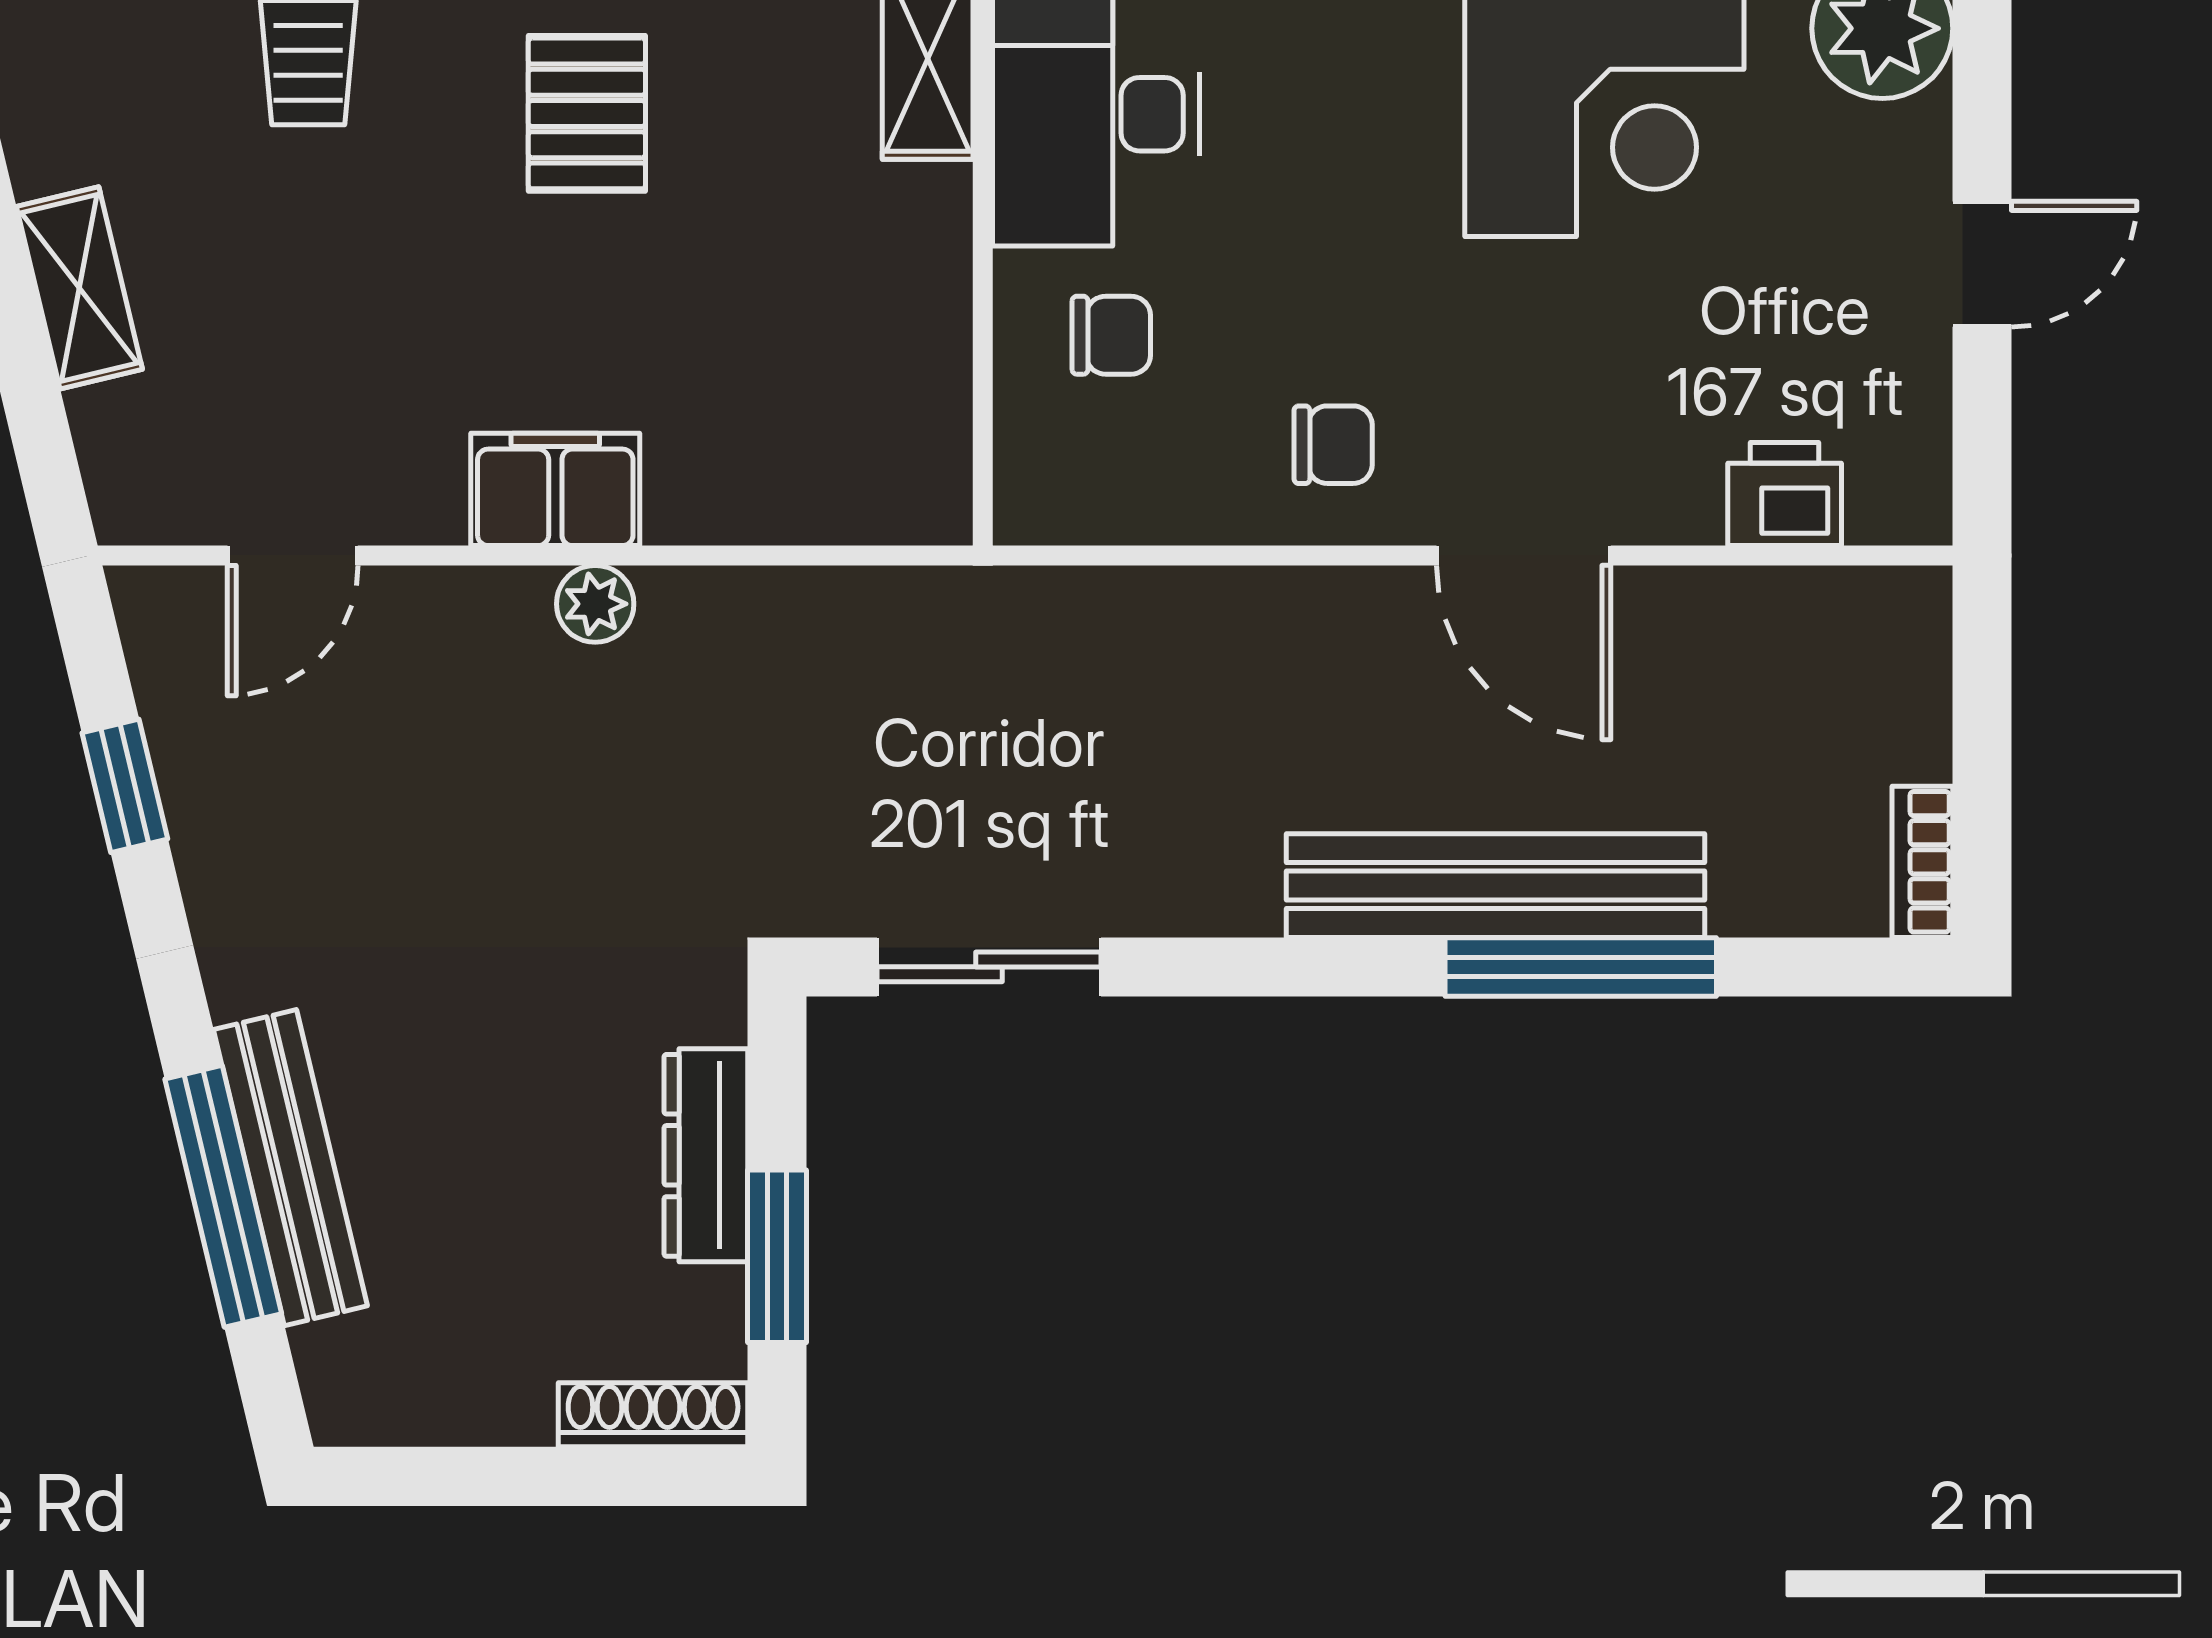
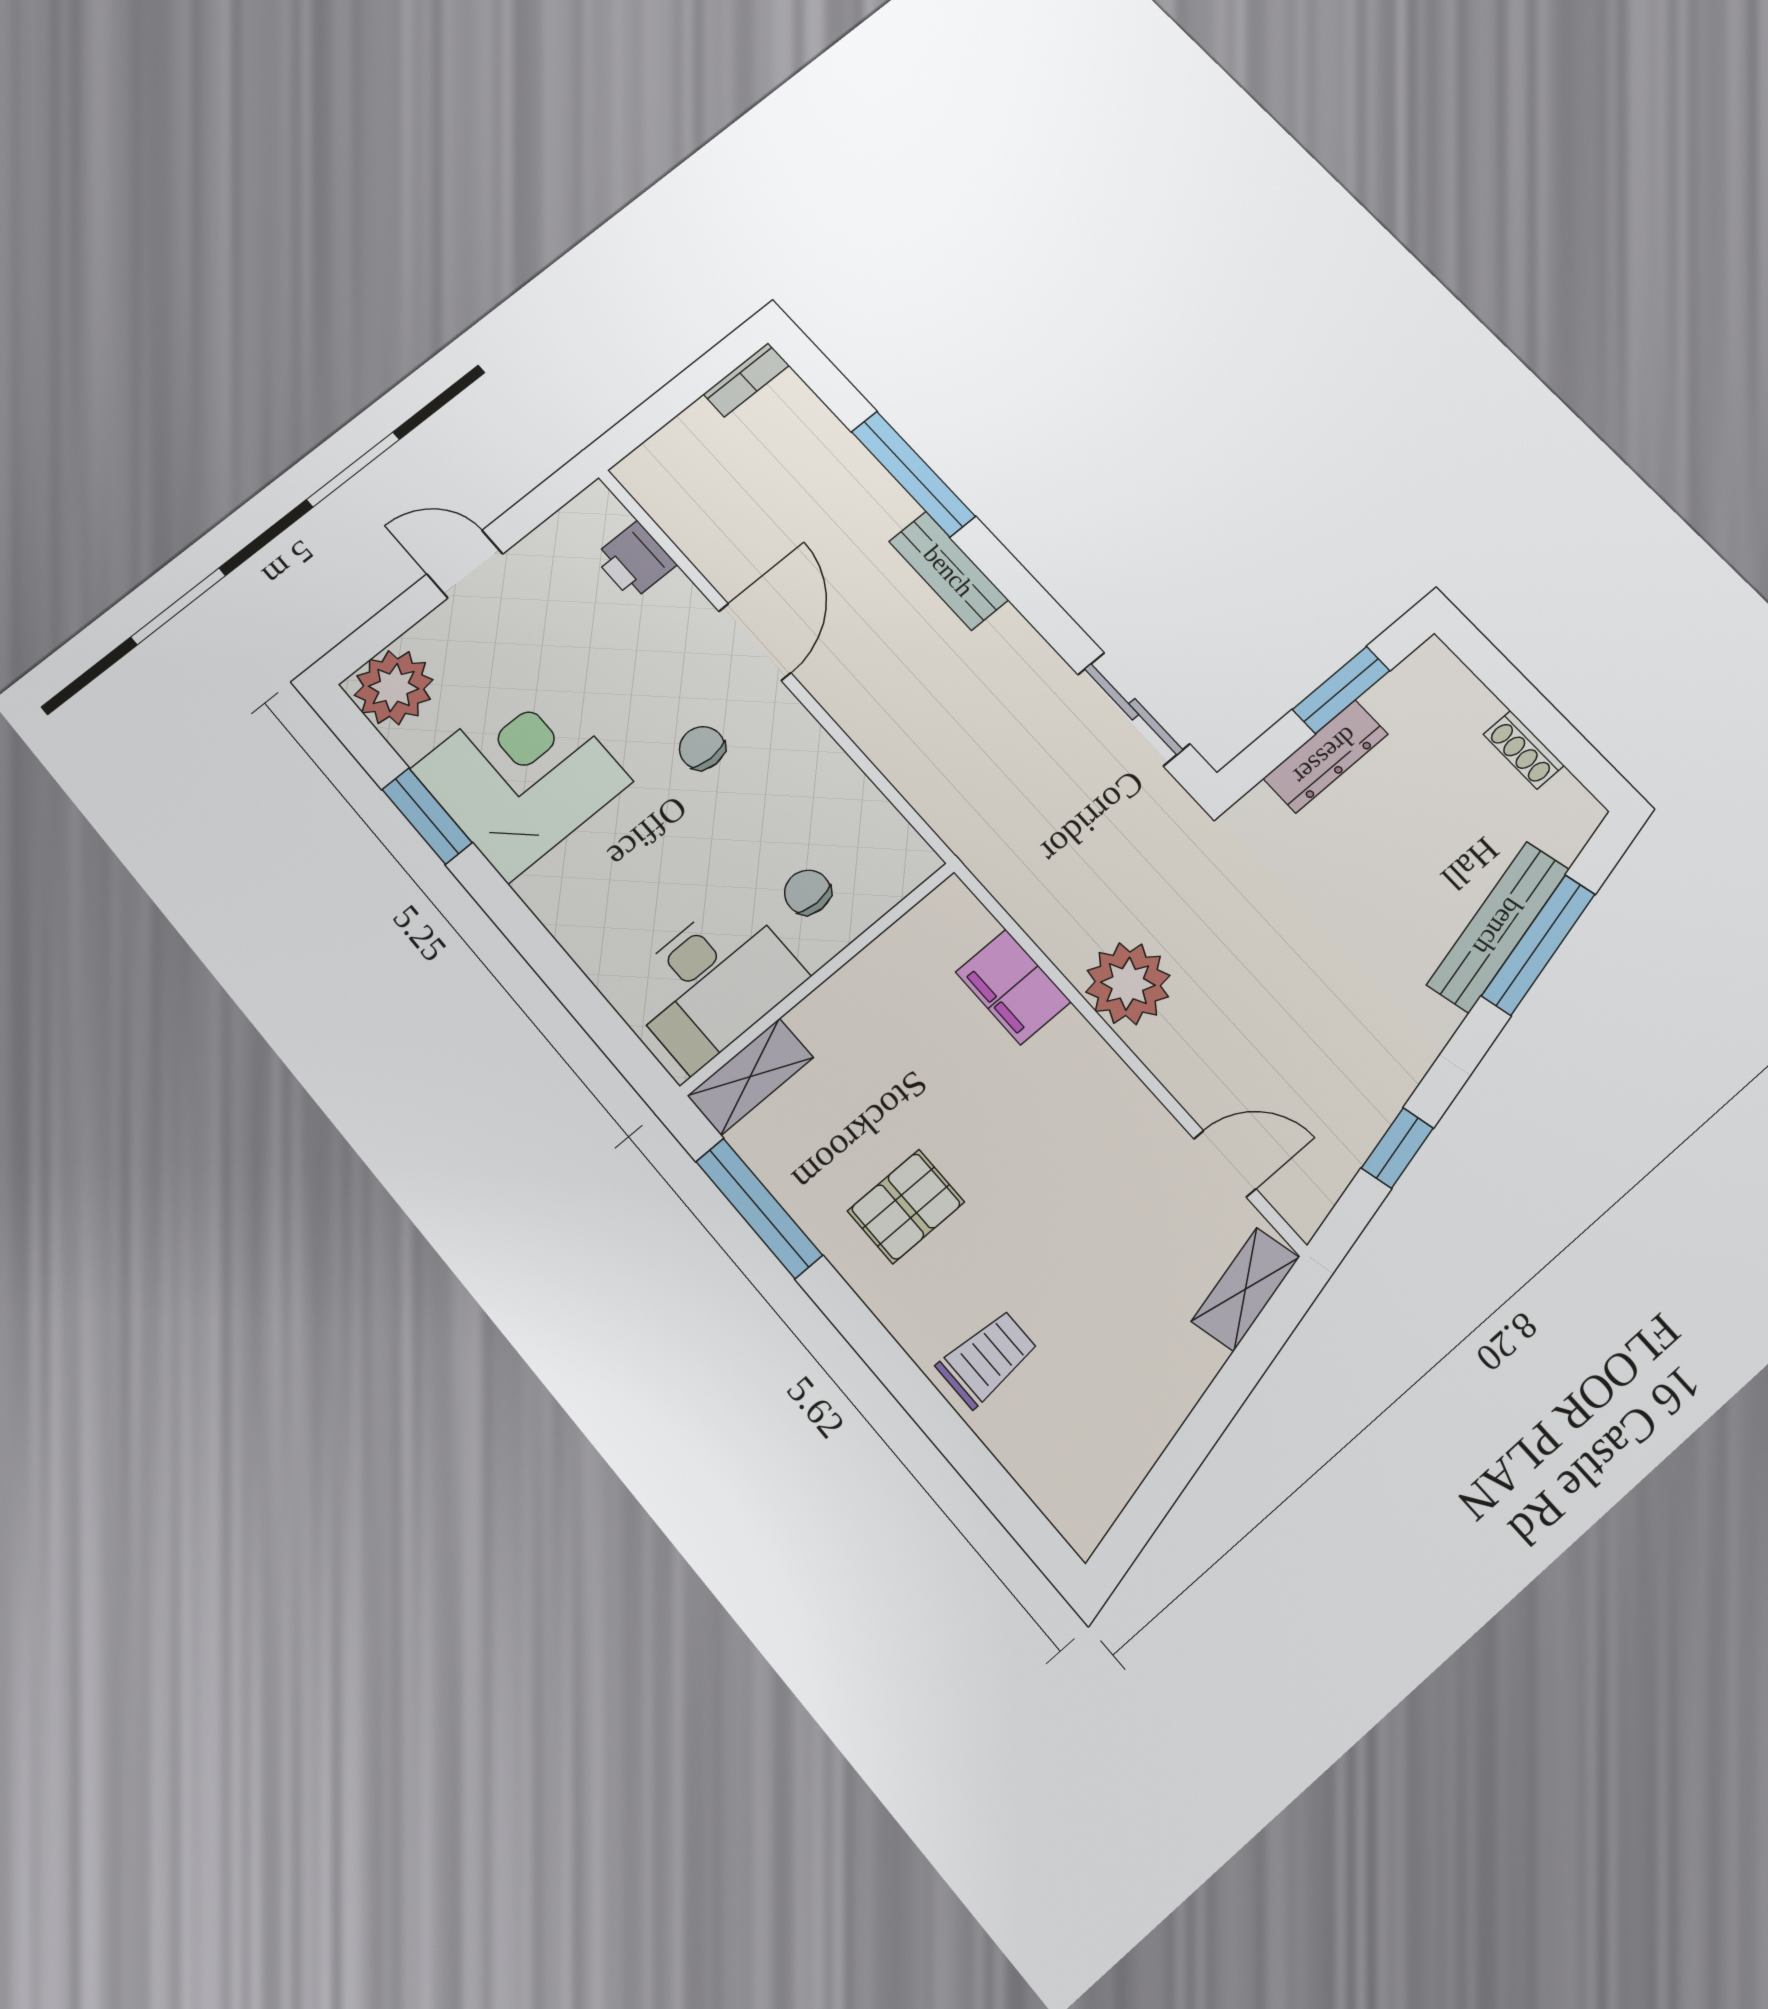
shelving: (79, 288) -> (1245, 1289), moved
chair: (1333, 445) -> (702, 748), moved
filing cabinet: (555, 489) -> (1013, 987), moved
plant: (595, 604) -> (1128, 984), width x1.88, depth x1.88
bench: (1495, 886) -> (949, 571), width x0.54, depth x0.82
shoe rack: (653, 1415) -> (1524, 750), moved, width x0.70

